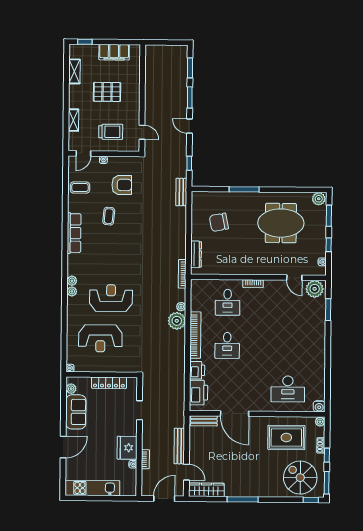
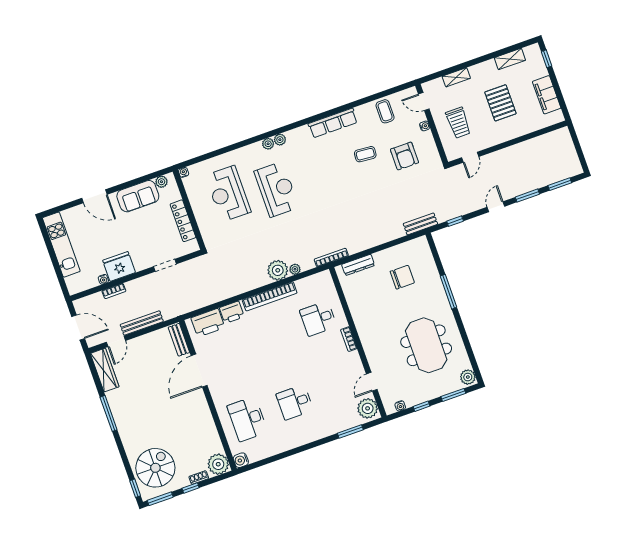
chair: (219, 222) -> (402, 277), turned 101
desk: (227, 345) -> (295, 402), moved
plant: (320, 422) -> (218, 464), width x1.88, depth x1.88
rug: (286, 437) -> (194, 437), removed

